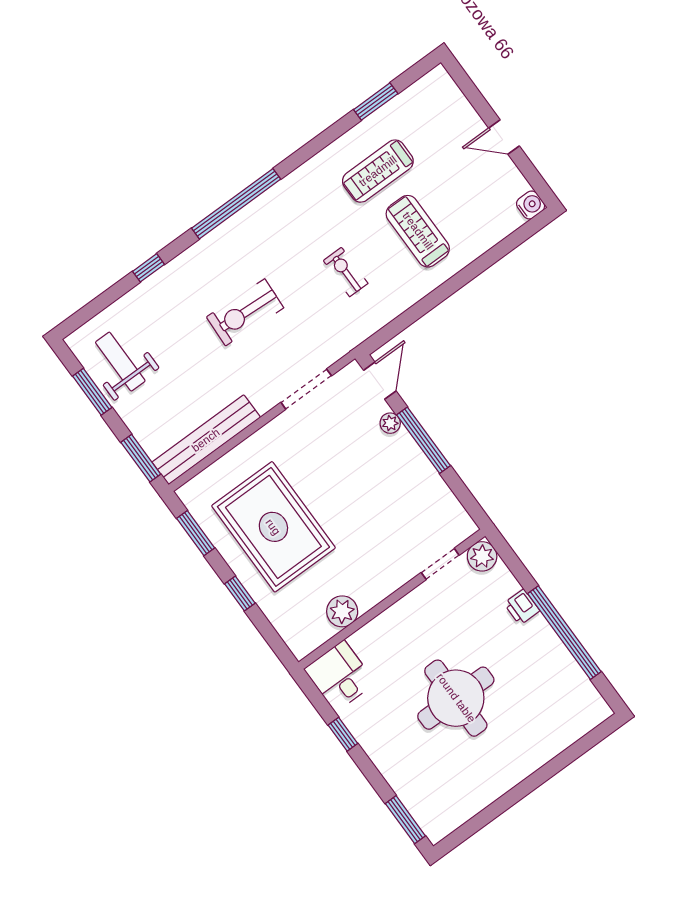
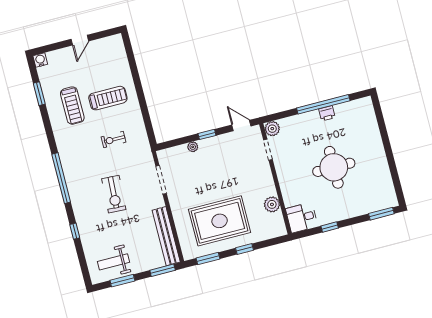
water cooler: (531, 205) -> (40, 60), moved
treadmill: (418, 231) -> (108, 98), turned 180
door: (380, 381) -> (241, 125), moved
window: (424, 440) -> (207, 134), width x0.46
printer: (522, 607) -> (327, 113), moved

